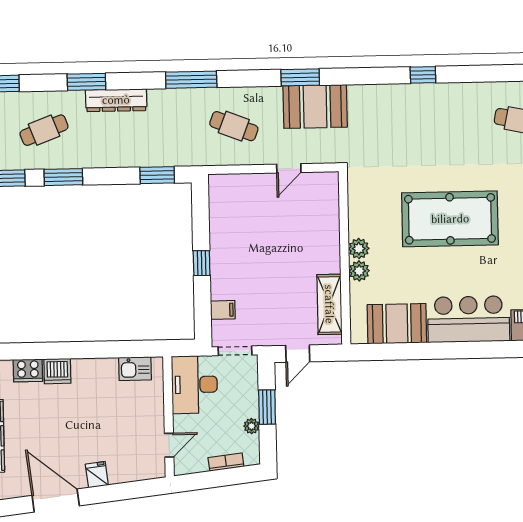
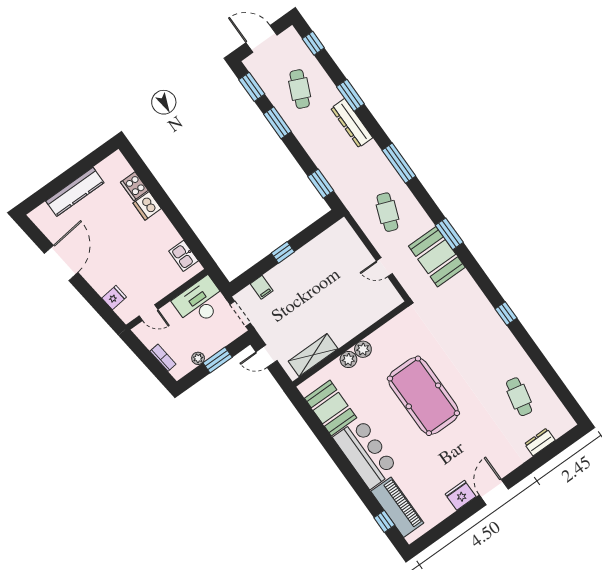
cafe table: (44, 130) -> (300, 89), turned 45
fridge: (97, 475) -> (114, 298), moved

